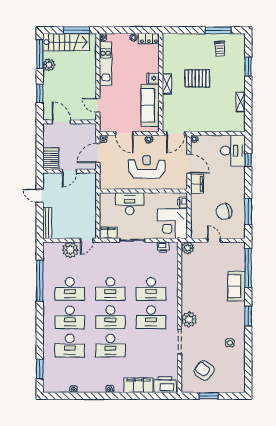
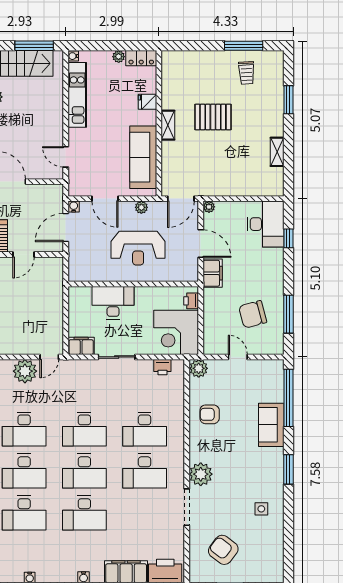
fridge: (153, 78) -> (147, 102), moved
reception desk: (147, 167) -> (138, 248), turned 180
armchair: (195, 279) -> (210, 414), added

